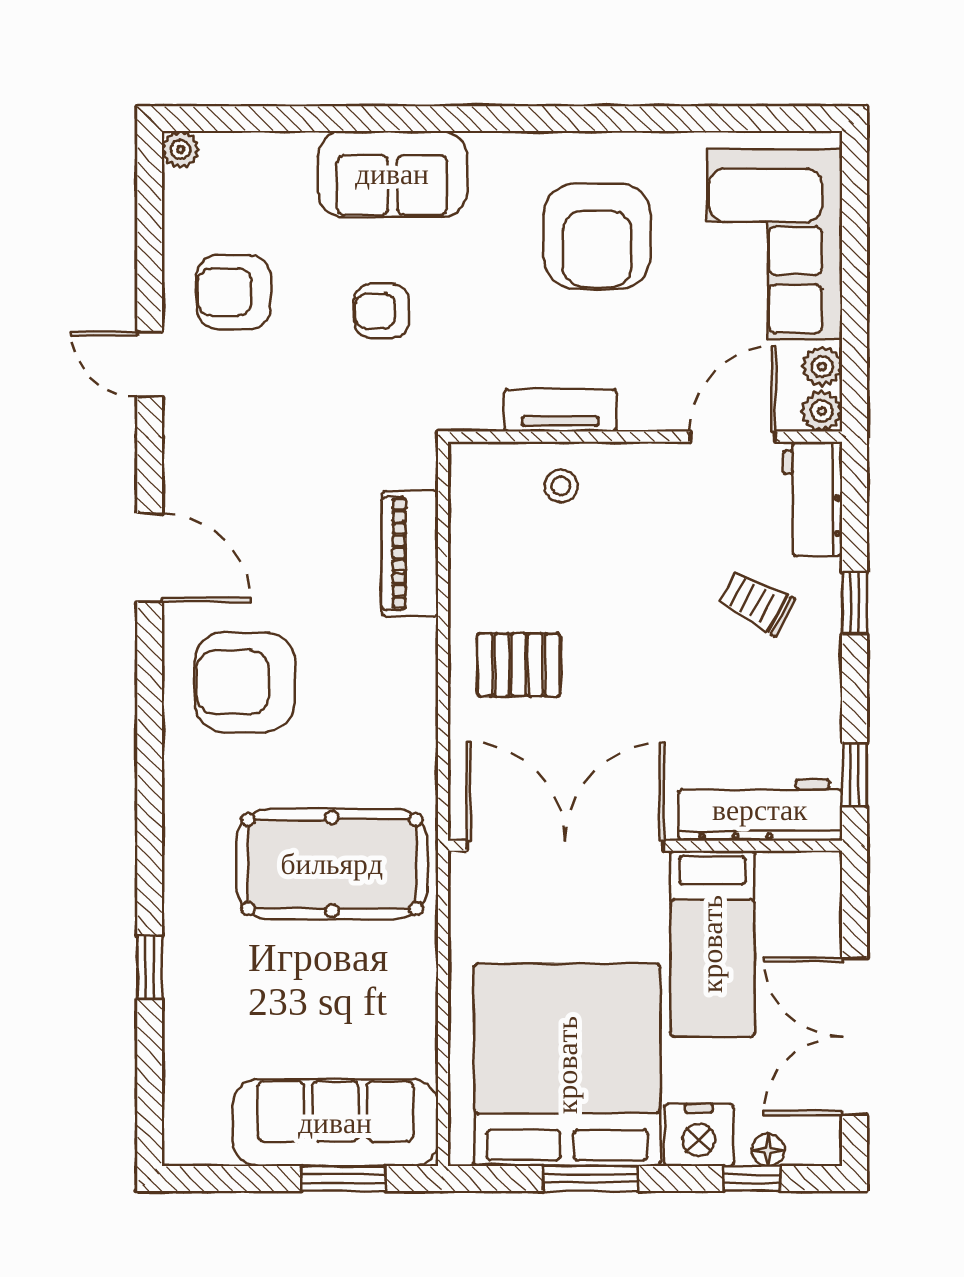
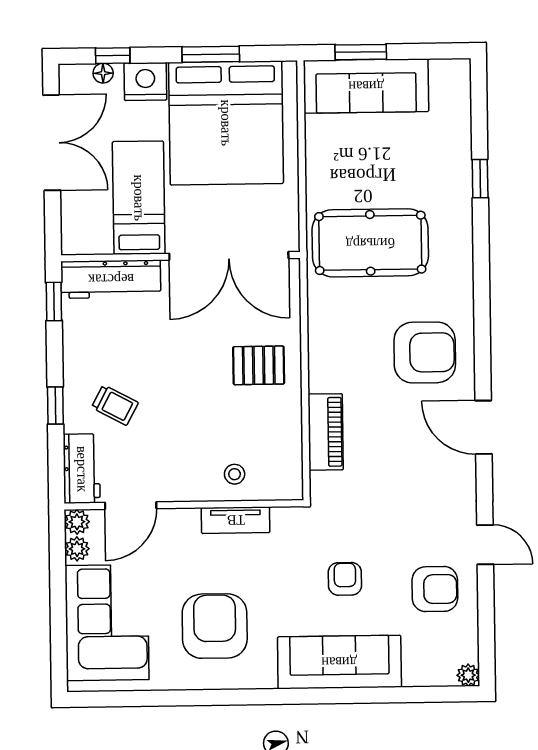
sofa: (392, 174) -> (339, 662), width x1.36
armchair: (381, 311) -> (345, 579), turned -90

